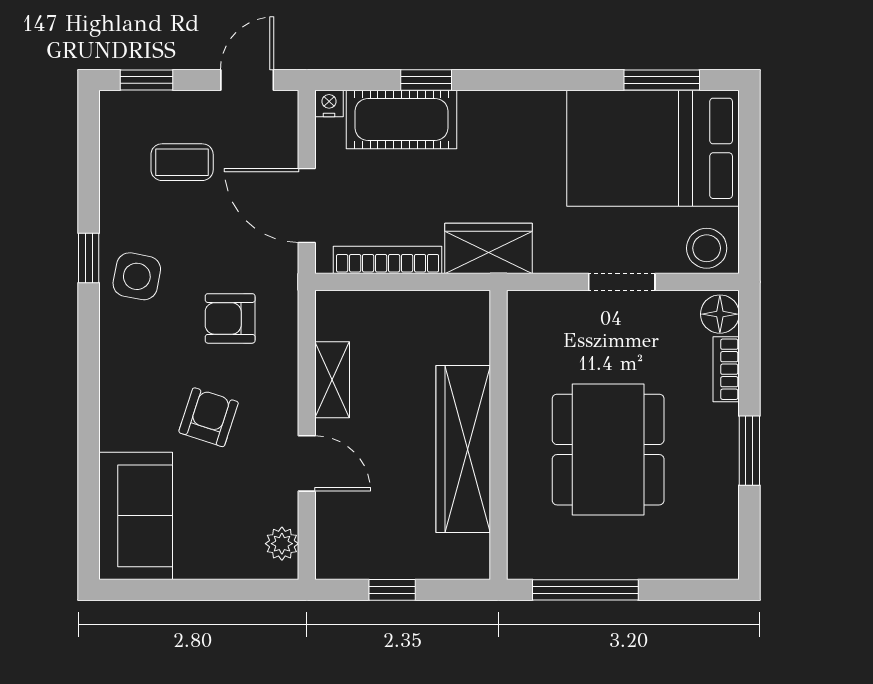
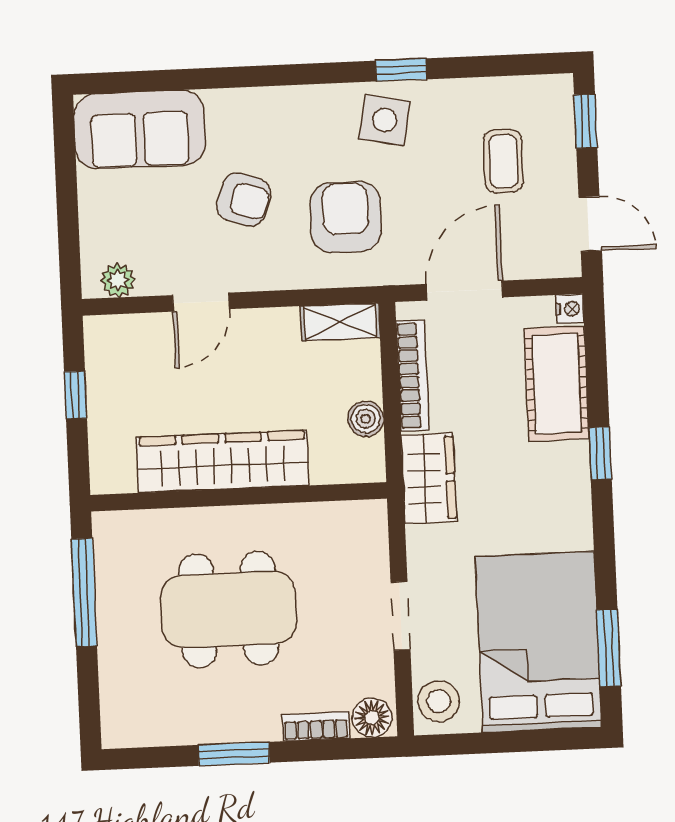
window: (426, 80) -> (600, 453), moved
boiler: (428, 307) -> (366, 419), added
armchair: (230, 318) -> (346, 217), width x1.38, depth x1.38
shelving: (332, 380) -> (340, 322), moved

